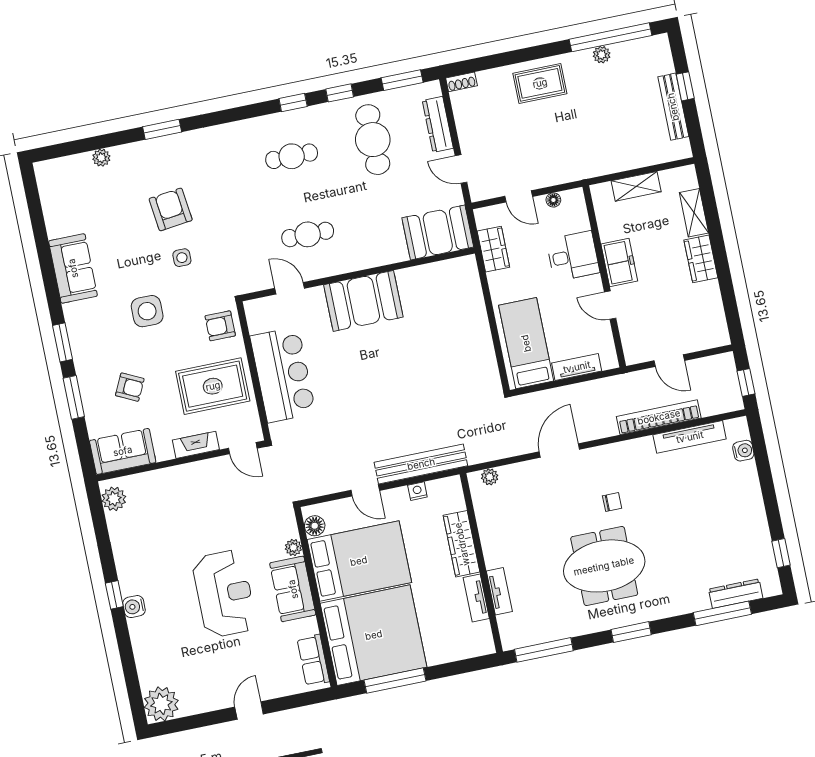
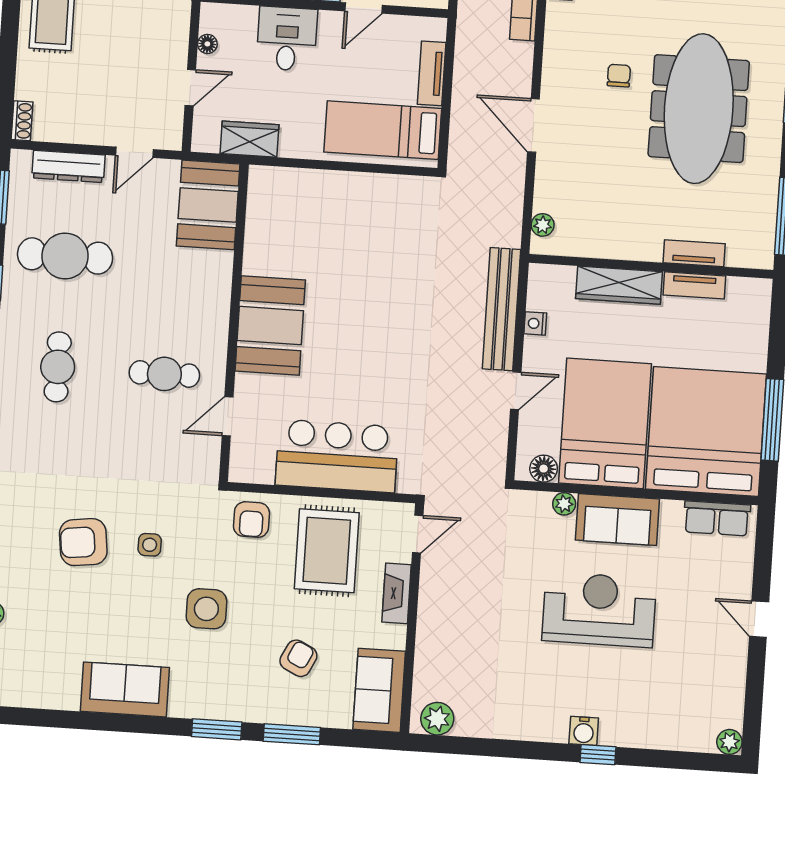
cafe table: (308, 234) -> (164, 374), turned 90
meeting table: (604, 566) -> (699, 109), width x1.36
window: (114, 595) -> (598, 755), moved
plant: (161, 704) -> (729, 742), width x0.53, depth x0.53

